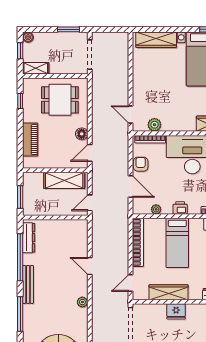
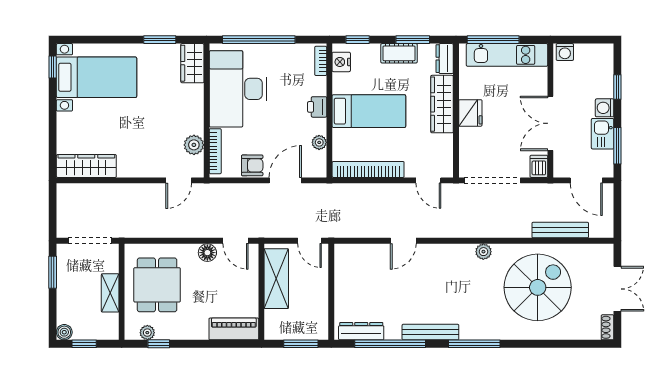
wardrobe: (156, 40) -> (86, 166), moved, turned -90
shelving: (36, 68) -> (110, 293), moved
plant: (28, 93) -> (147, 333), added
piano: (30, 139) -> (234, 329), moved
armchair: (141, 164) -> (252, 165), turned 180
wardrobe: (169, 292) -> (442, 104), moved
plant: (82, 302) -> (483, 252), moved

